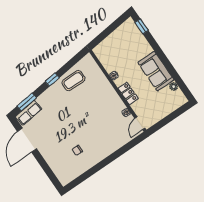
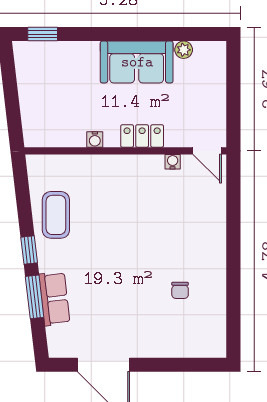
window: (27, 102) -> (35, 297), moved
row of seats: (29, 113) -> (54, 299), moved

